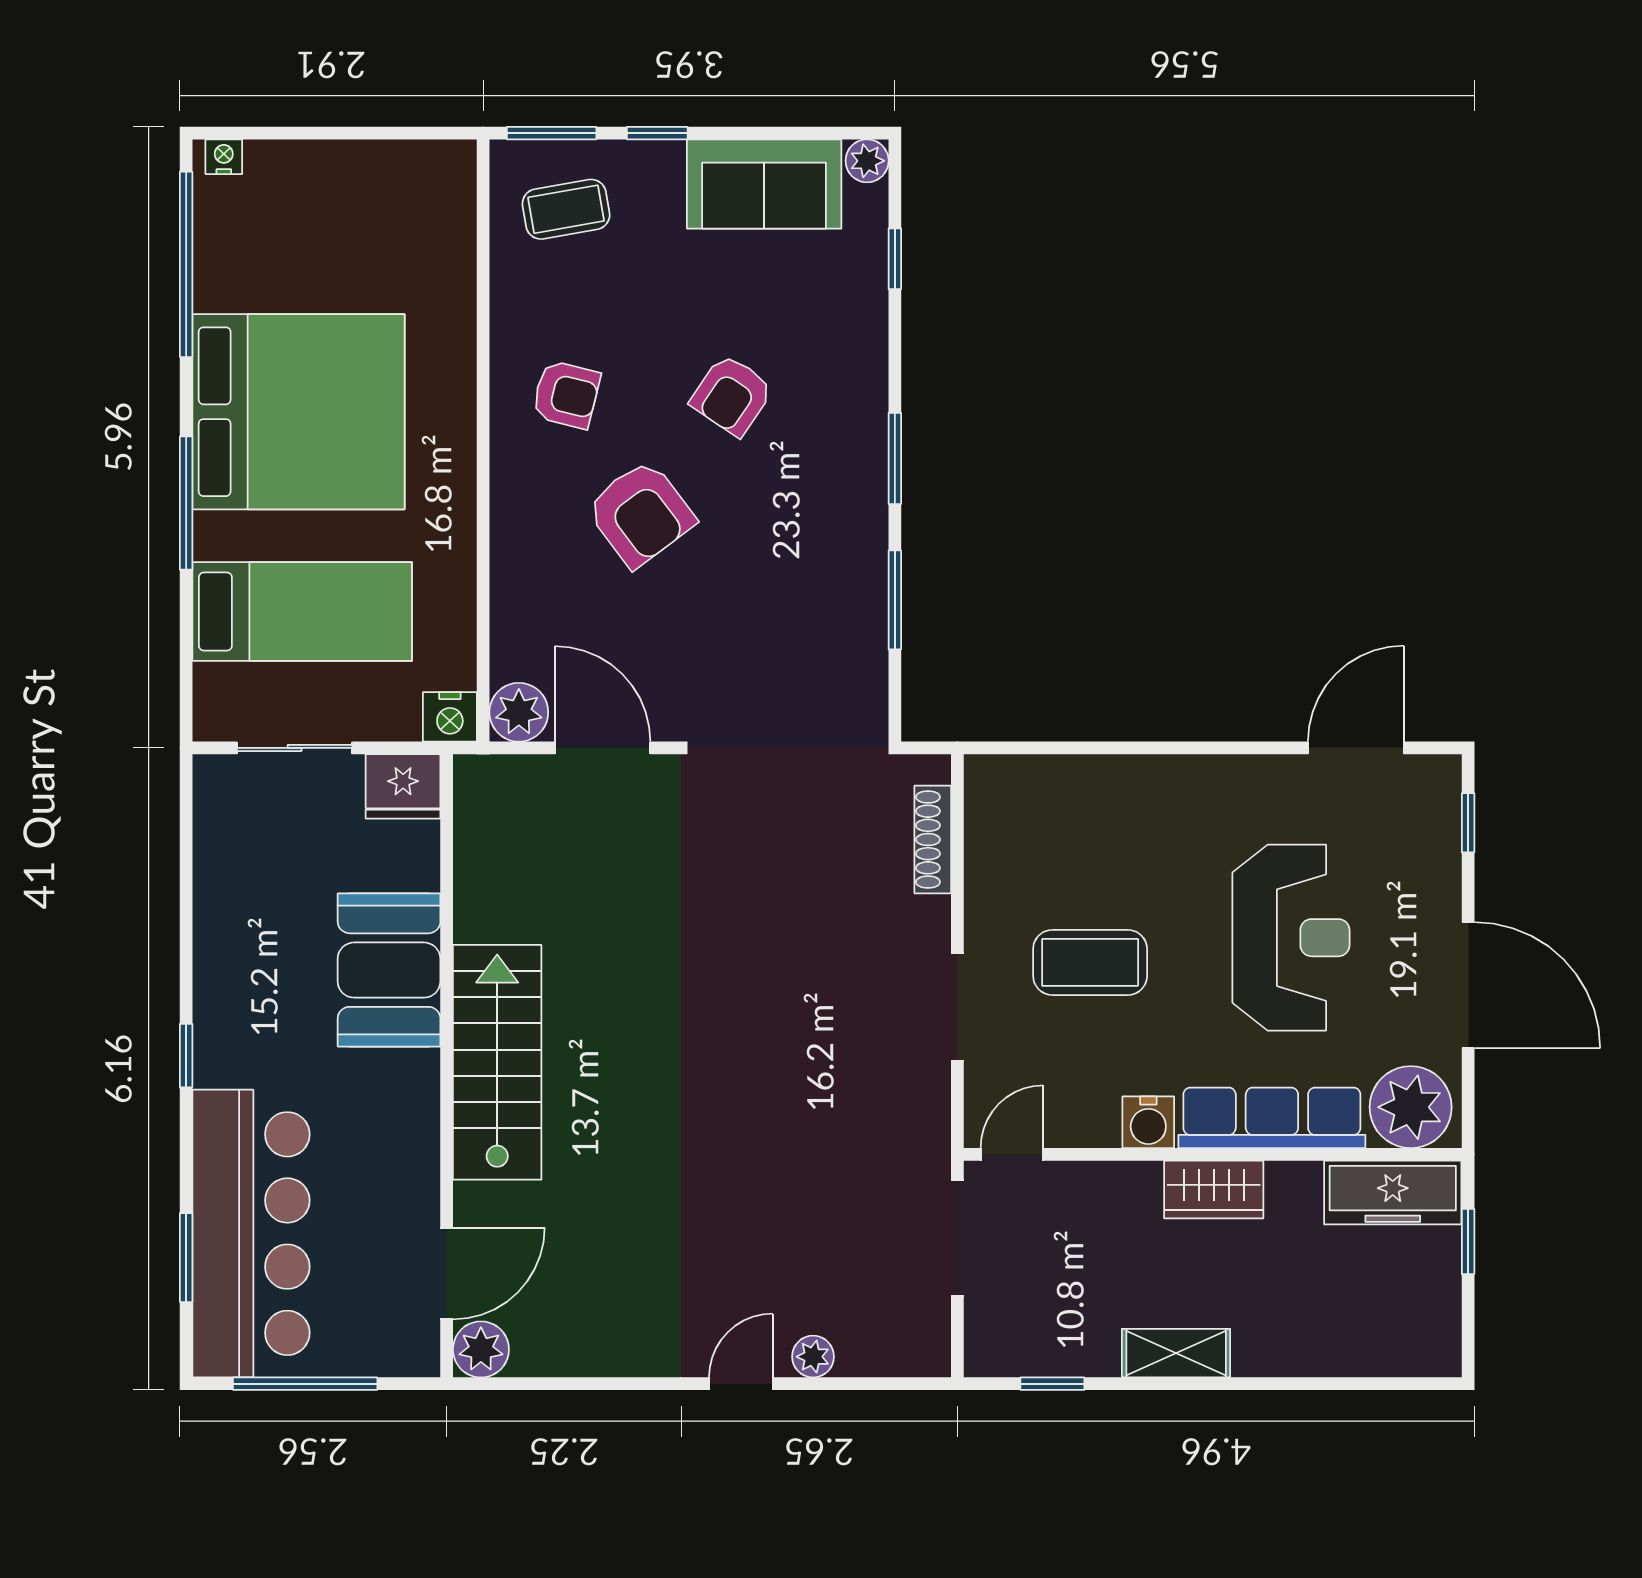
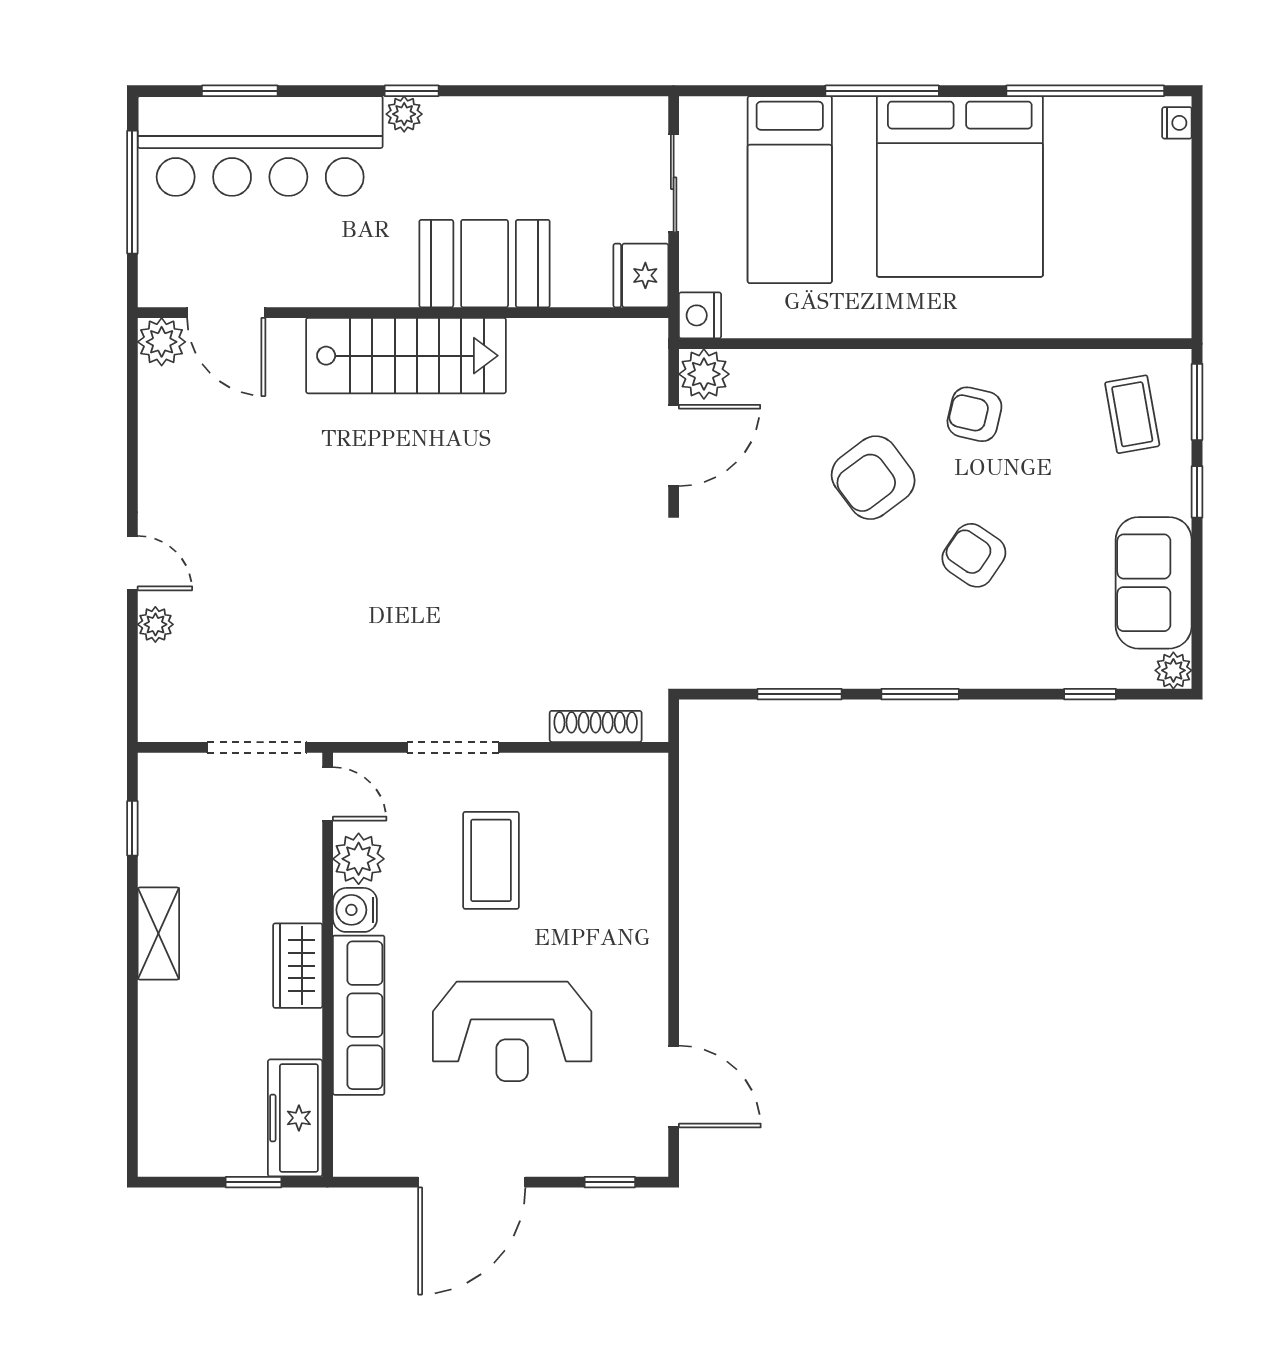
armchair: (566, 395) -> (974, 414), turned 89
plant: (213, 1064) -> (404, 114), added
plant: (1411, 1107) -> (359, 859), moved, width x0.73, depth x0.73

